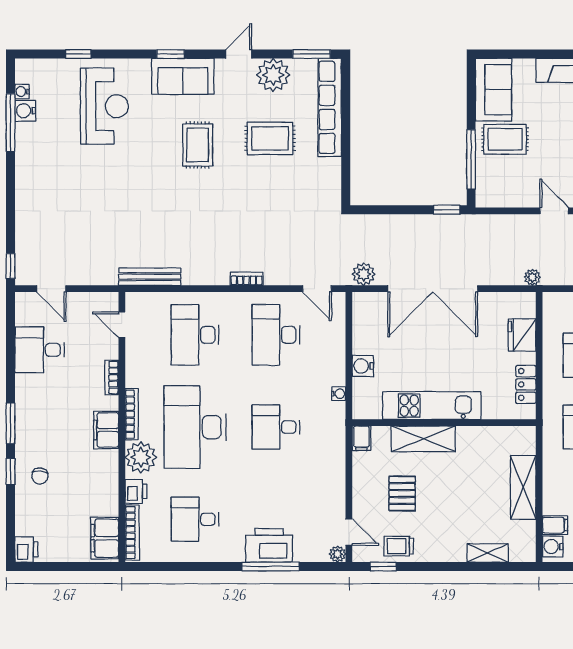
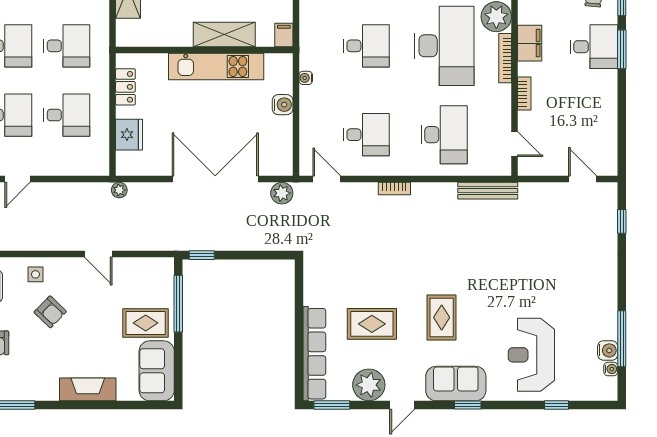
window: (11, 266) -> (622, 221), moved
desk: (276, 335) -> (366, 135), width x0.73
desk: (40, 350) -> (594, 47), moved

